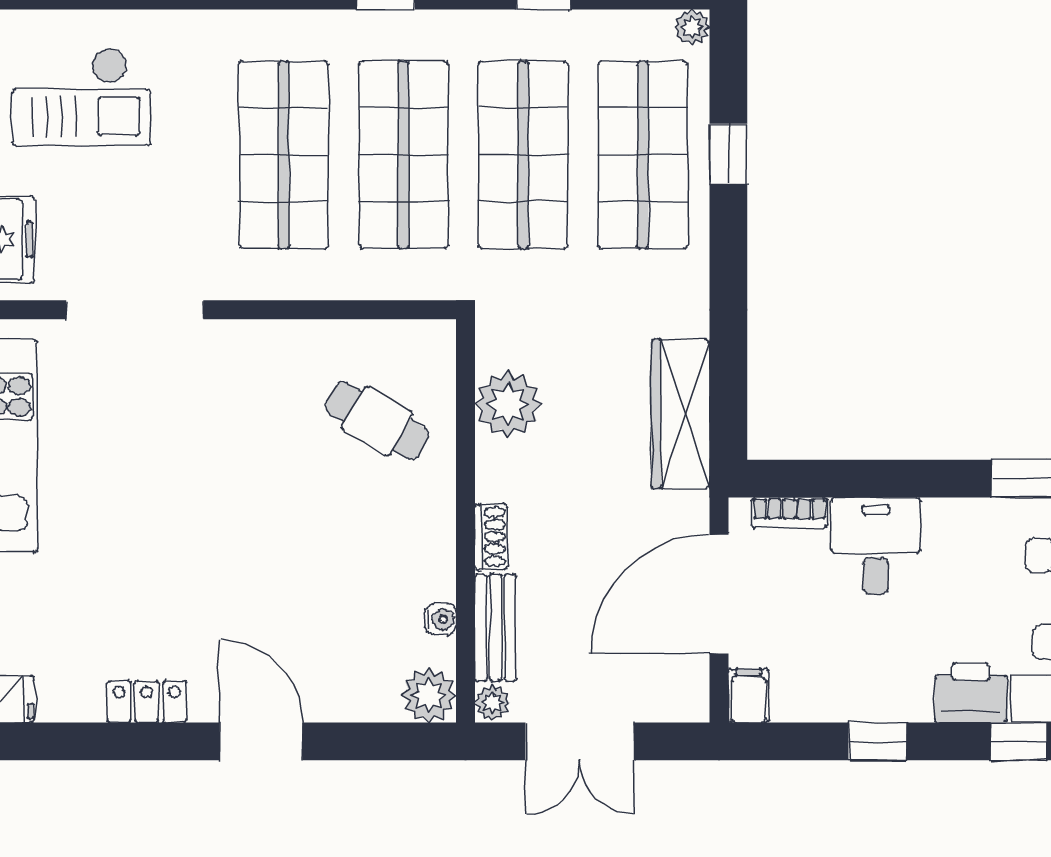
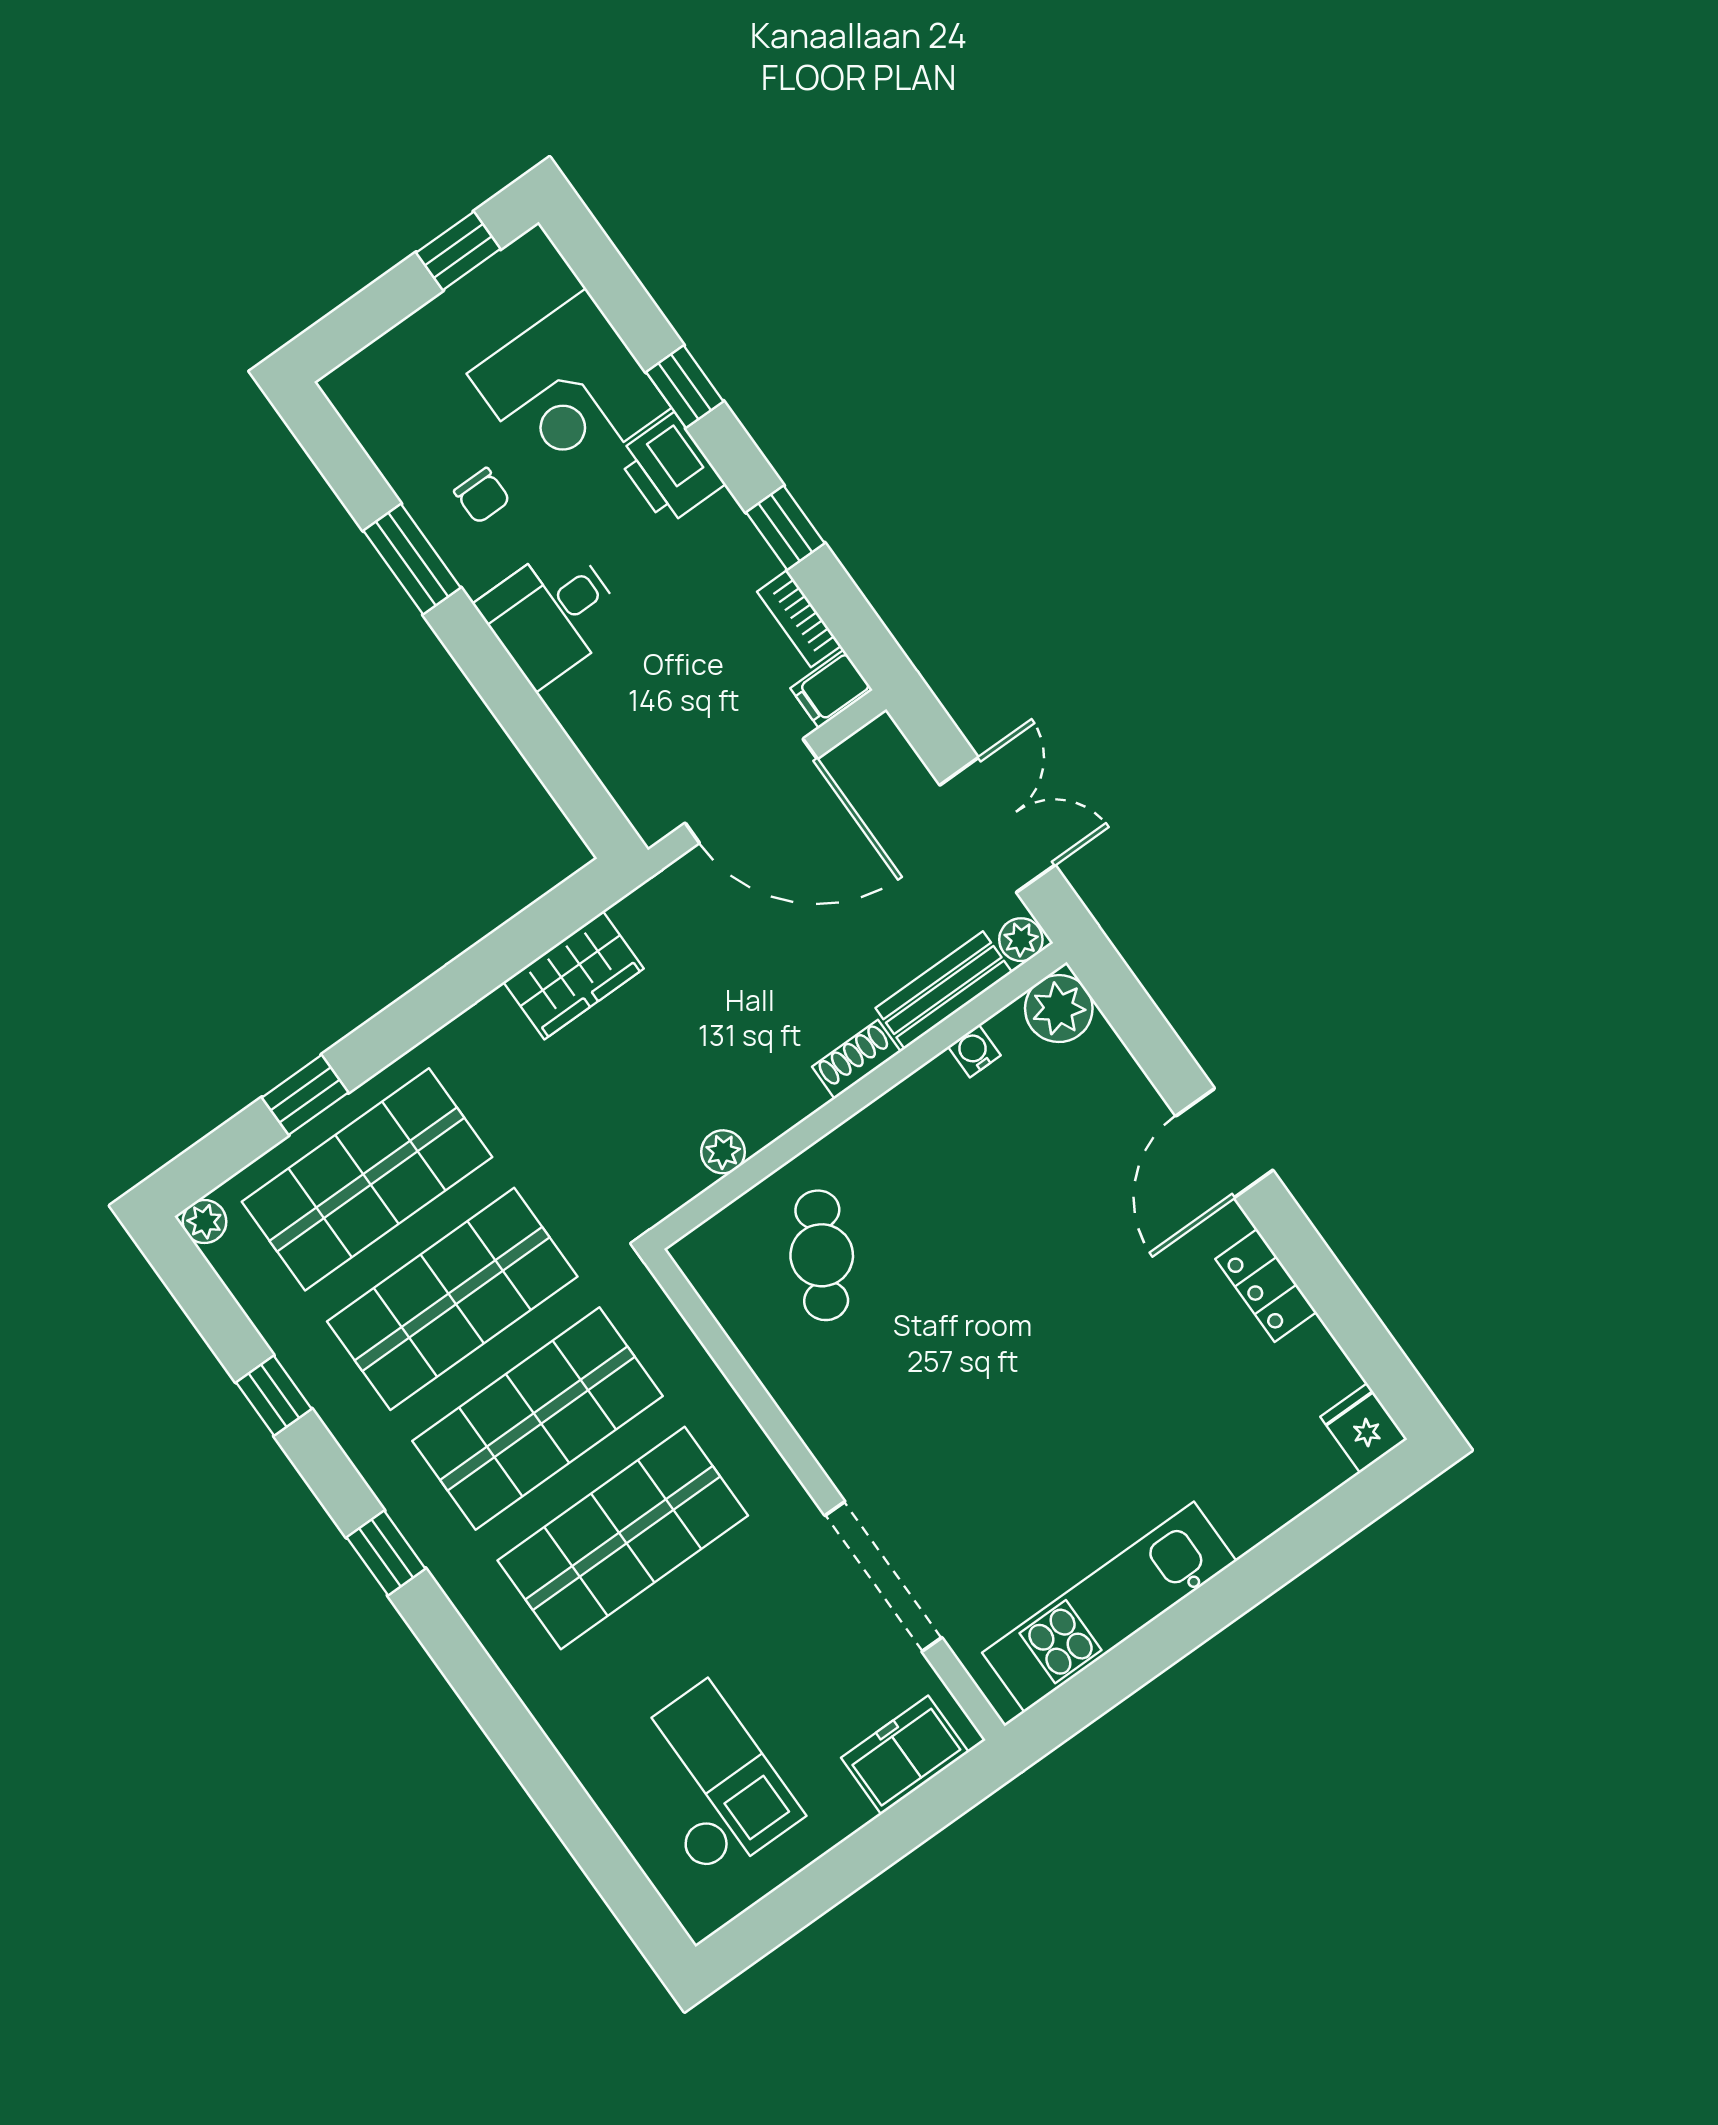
plant: (508, 404) -> (723, 1152), width x0.53, depth x0.53
wardrobe: (681, 414) -> (574, 975), width x0.67
bookcase: (789, 513) -> (799, 619), moved, turned 180
desk: (876, 546) -> (552, 614), moved

